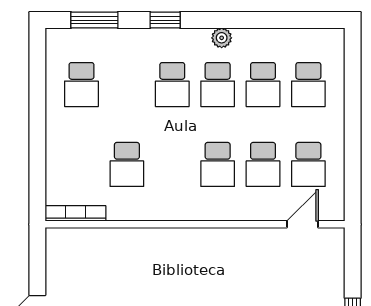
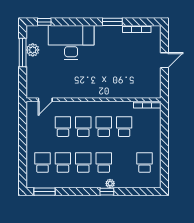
window: (94, 20) -> (44, 192), moved
plant: (222, 38) -> (110, 184), moved
school desk: (308, 164) -> (104, 127), moved

